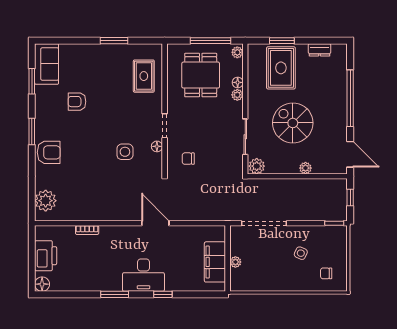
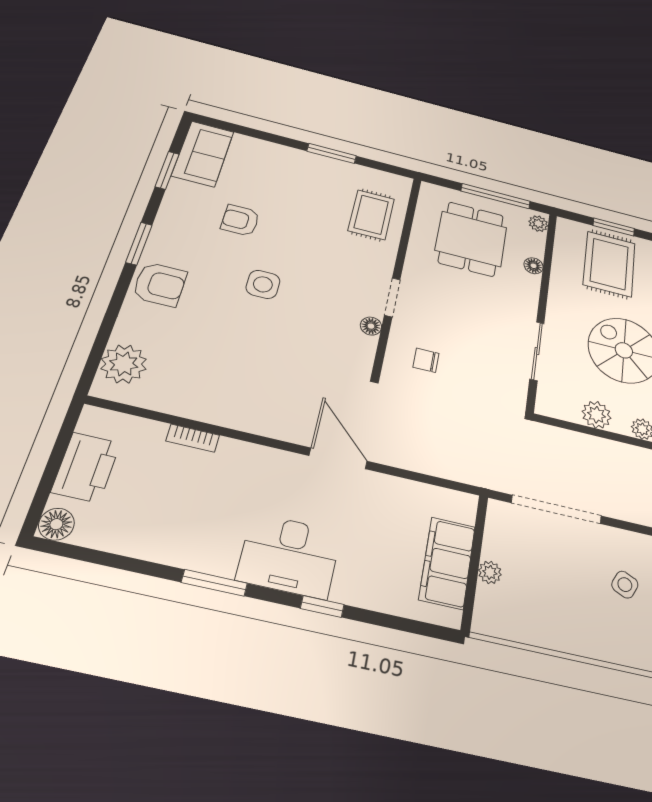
plant: (237, 95) -> (531, 283), removed
side table: (125, 152) -> (263, 284), moved
plant: (257, 166) -> (596, 415), moved

